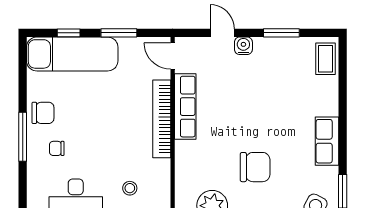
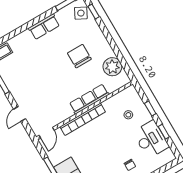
water cooler: (243, 46) -> (20, 99), removed
row of seats: (185, 107) -> (89, 99), moved

